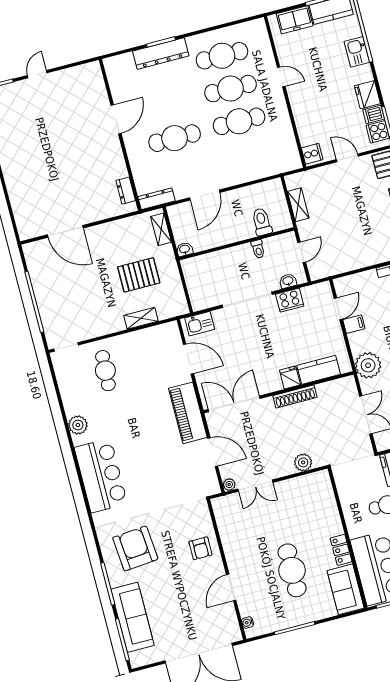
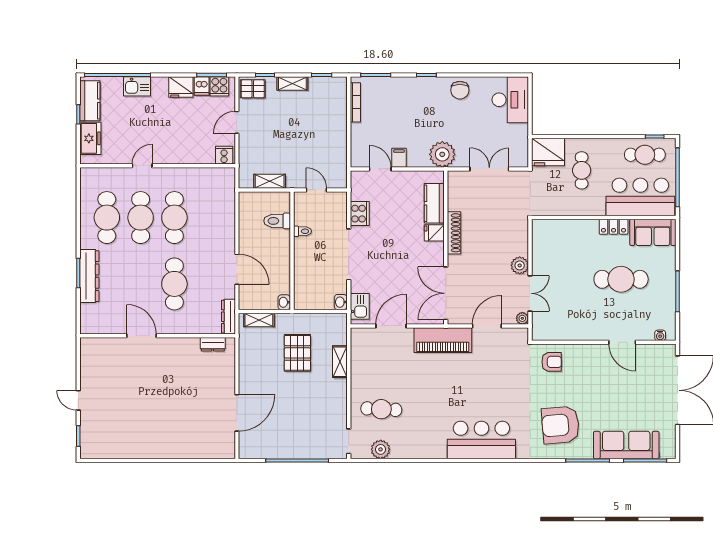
washbasin: (288, 281) -> (341, 302), moved
plant: (78, 425) -> (381, 449), moved
plant: (303, 462) -> (520, 265), moved
armchair: (200, 548) -> (552, 362), moved

